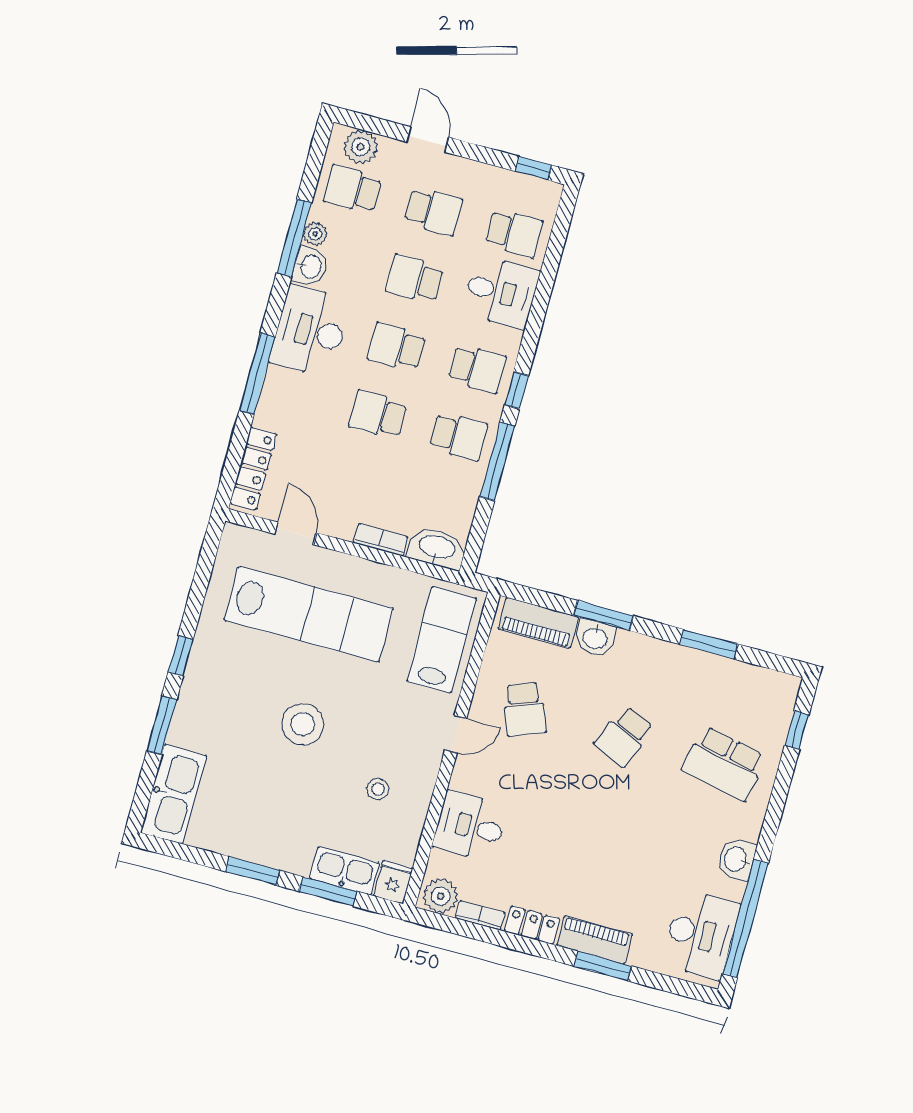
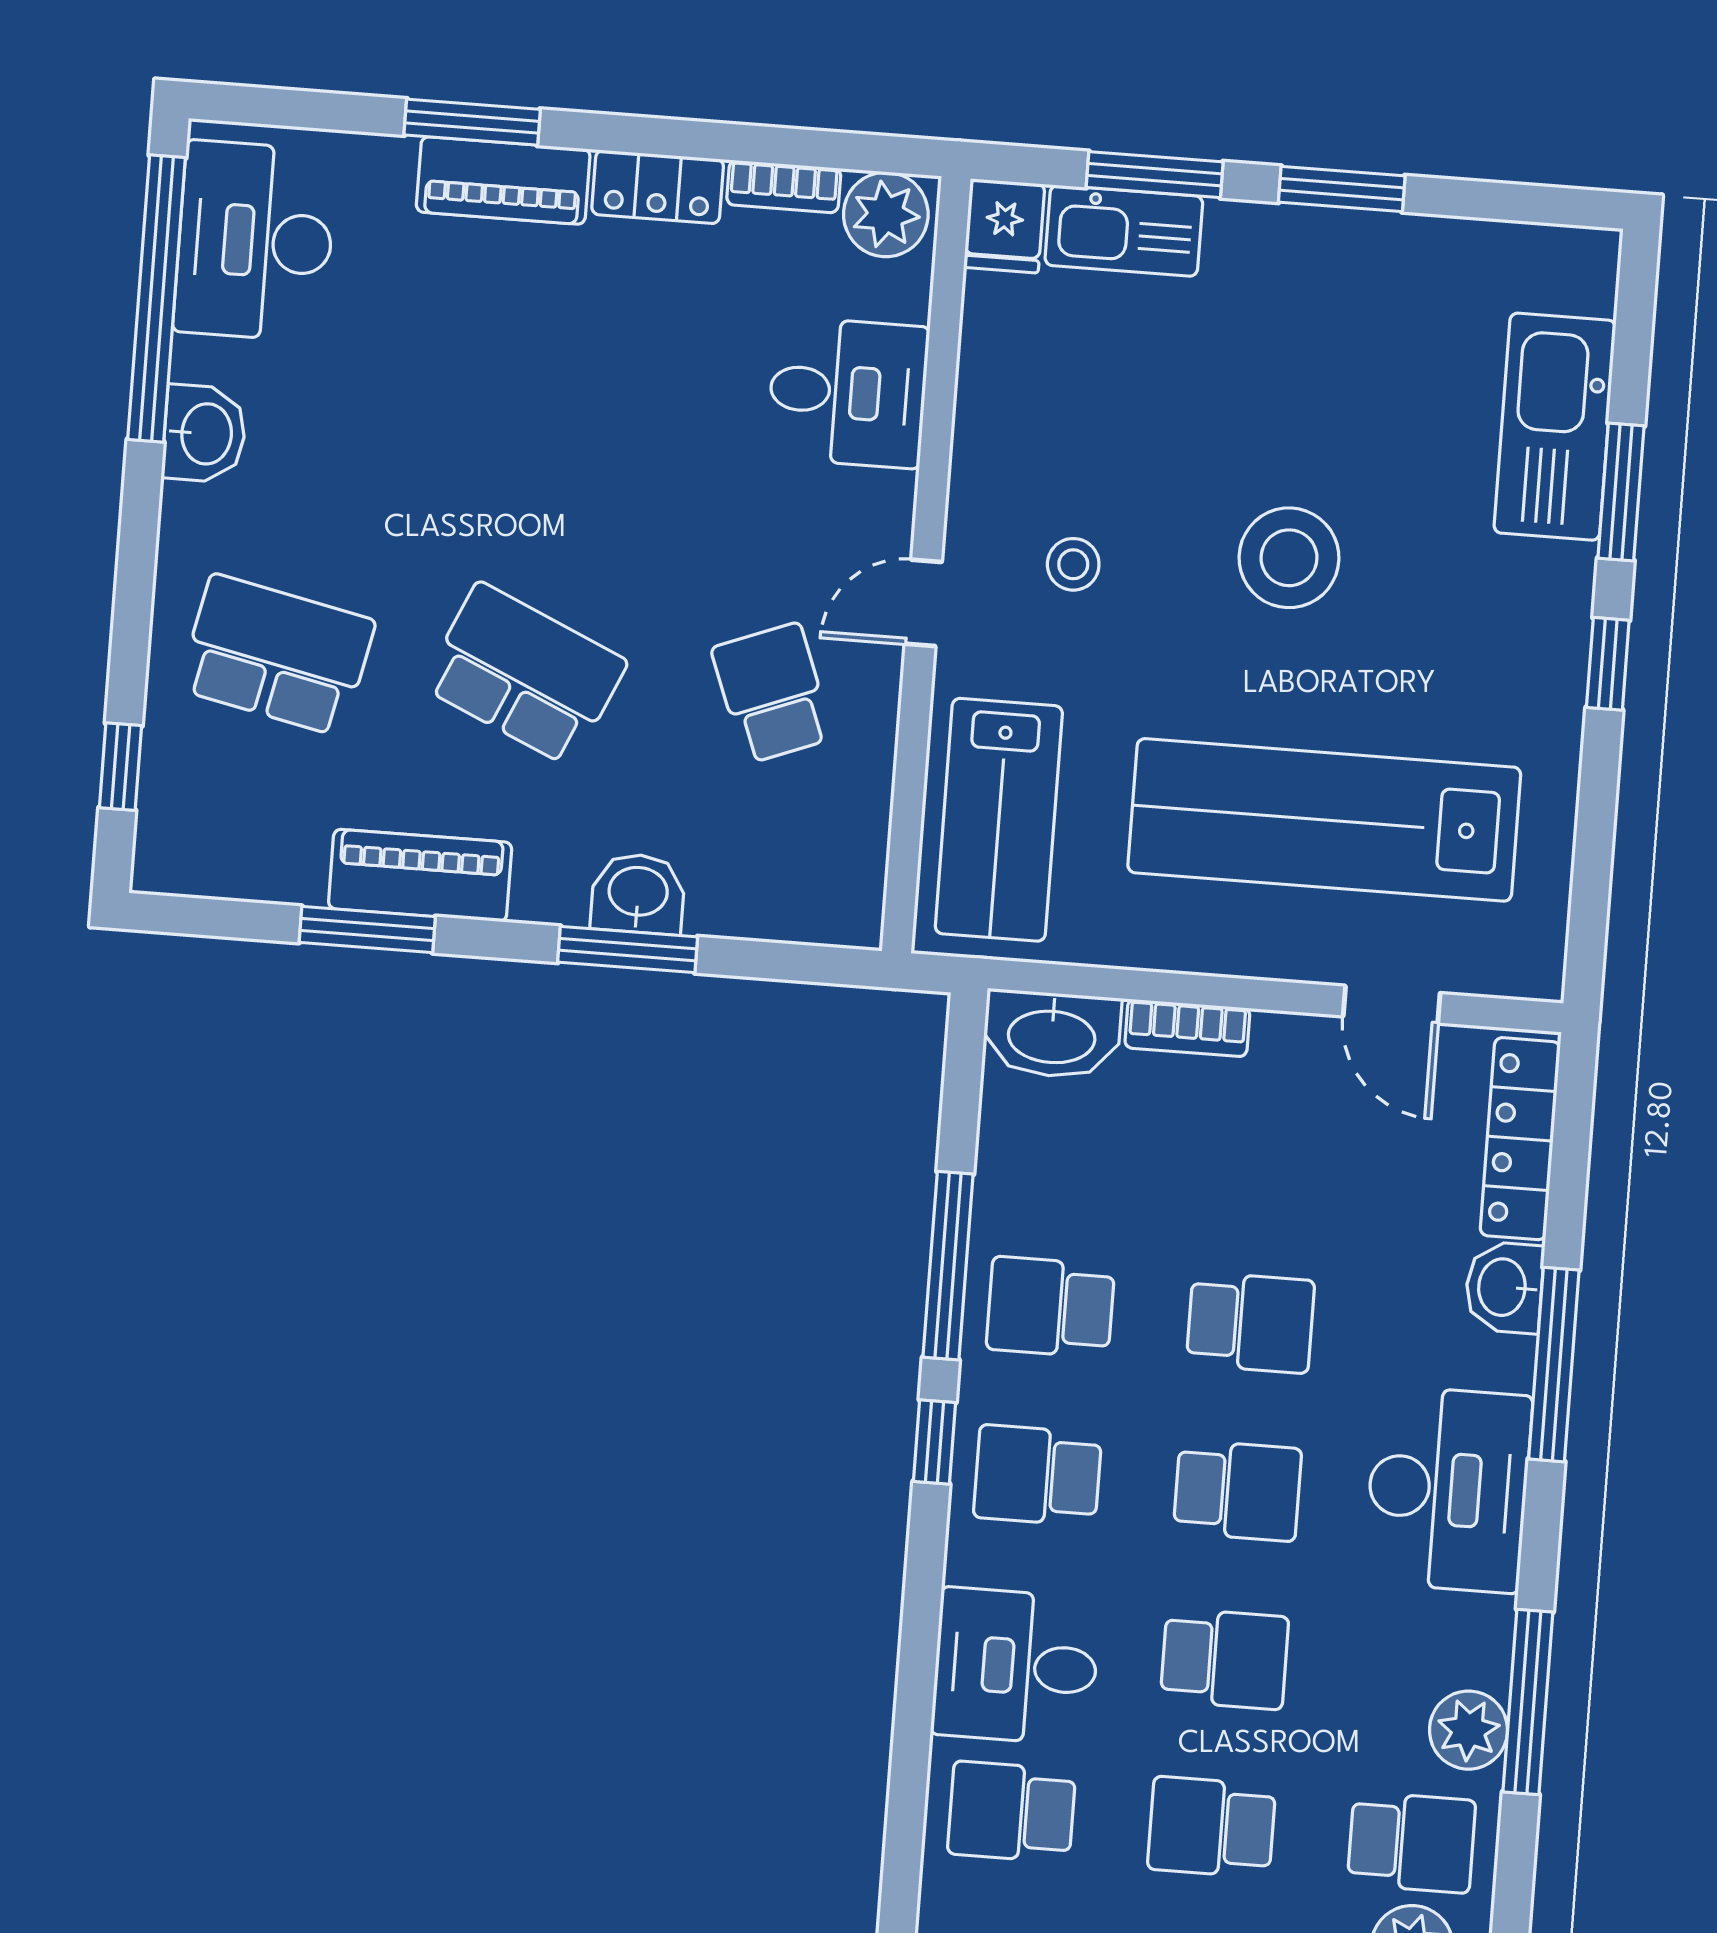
plant: (315, 234) -> (1468, 1730), width x1.38, depth x1.38
washbasin: (310, 266) -> (1504, 1287), moved
piano: (538, 623) -> (420, 875), moved
school desk: (624, 736) -> (525, 674), width x1.85
stool: (378, 789) -> (1073, 564), moved
kitchen sink: (174, 794) -> (1555, 427), moved

